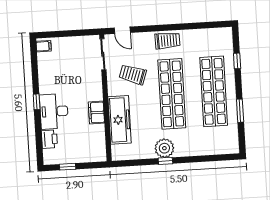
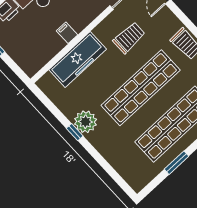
trolley: (133, 75) -> (129, 38), turned 71
filing cabinet: (96, 113) -> (67, 33), width x0.50

